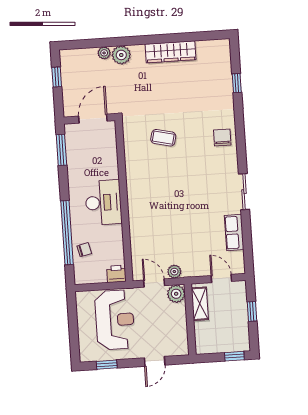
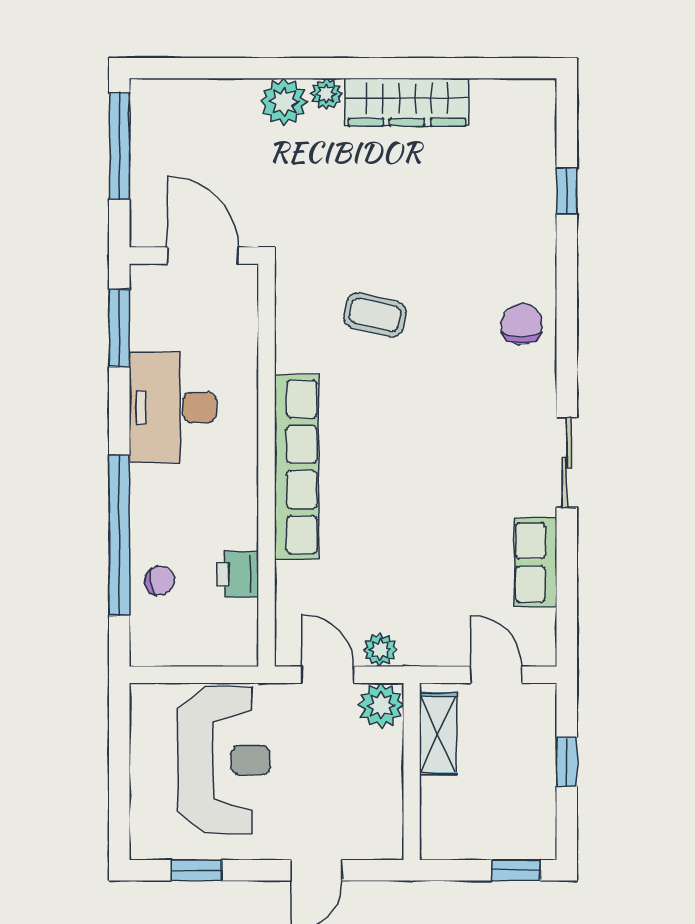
plant: (104, 53) -> (326, 94), moved
window: (57, 77) -> (119, 146), width x2.17
door: (93, 119) -> (203, 256), hinge flipped
row of seats: (136, 201) -> (296, 467), added
desk: (103, 202) -> (173, 407), moved, turned 180
printer: (116, 274) -> (238, 574), moved, turned -90

